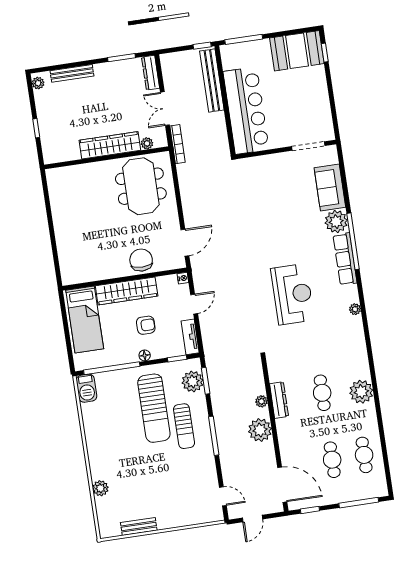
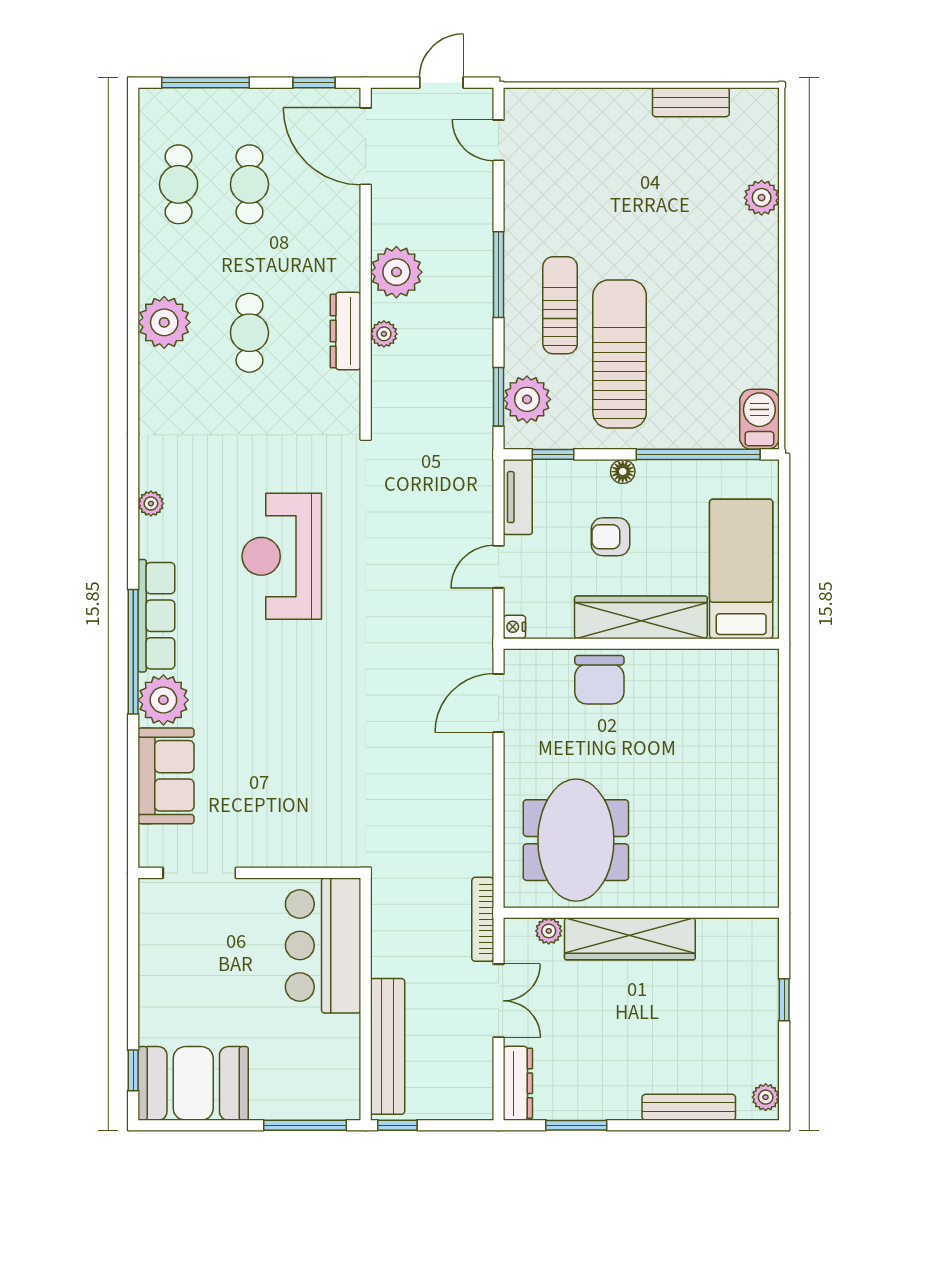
bar counter: (246, 111) -> (323, 946), width x0.73

